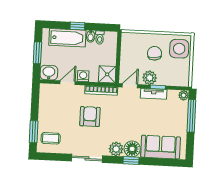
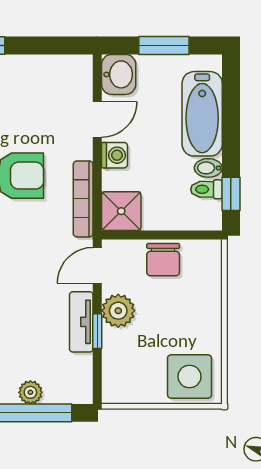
window: (77, 26) -> (231, 194), moved
chair: (154, 53) -> (163, 260), moved, turned 96
door: (68, 83) -> (97, 119), hinge flipped
door: (130, 86) -> (97, 265), swing flipped
plant: (184, 95) -> (30, 392), moved

